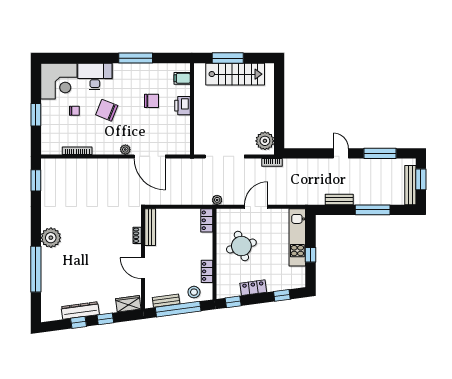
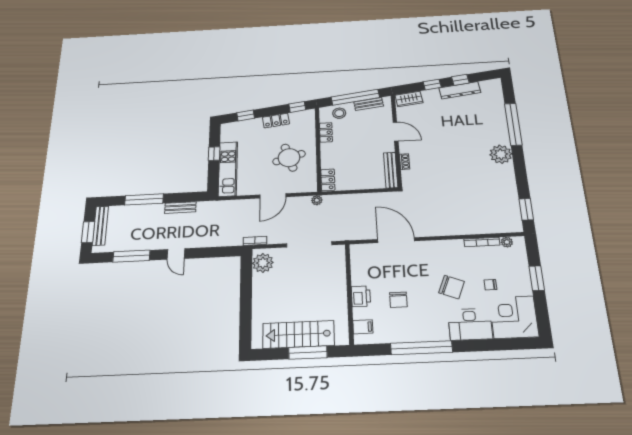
window: (136, 58) -> (421, 348), width x1.46
chair: (151, 101) -> (398, 300), turned -90
plant: (125, 150) -> (507, 242), moved

